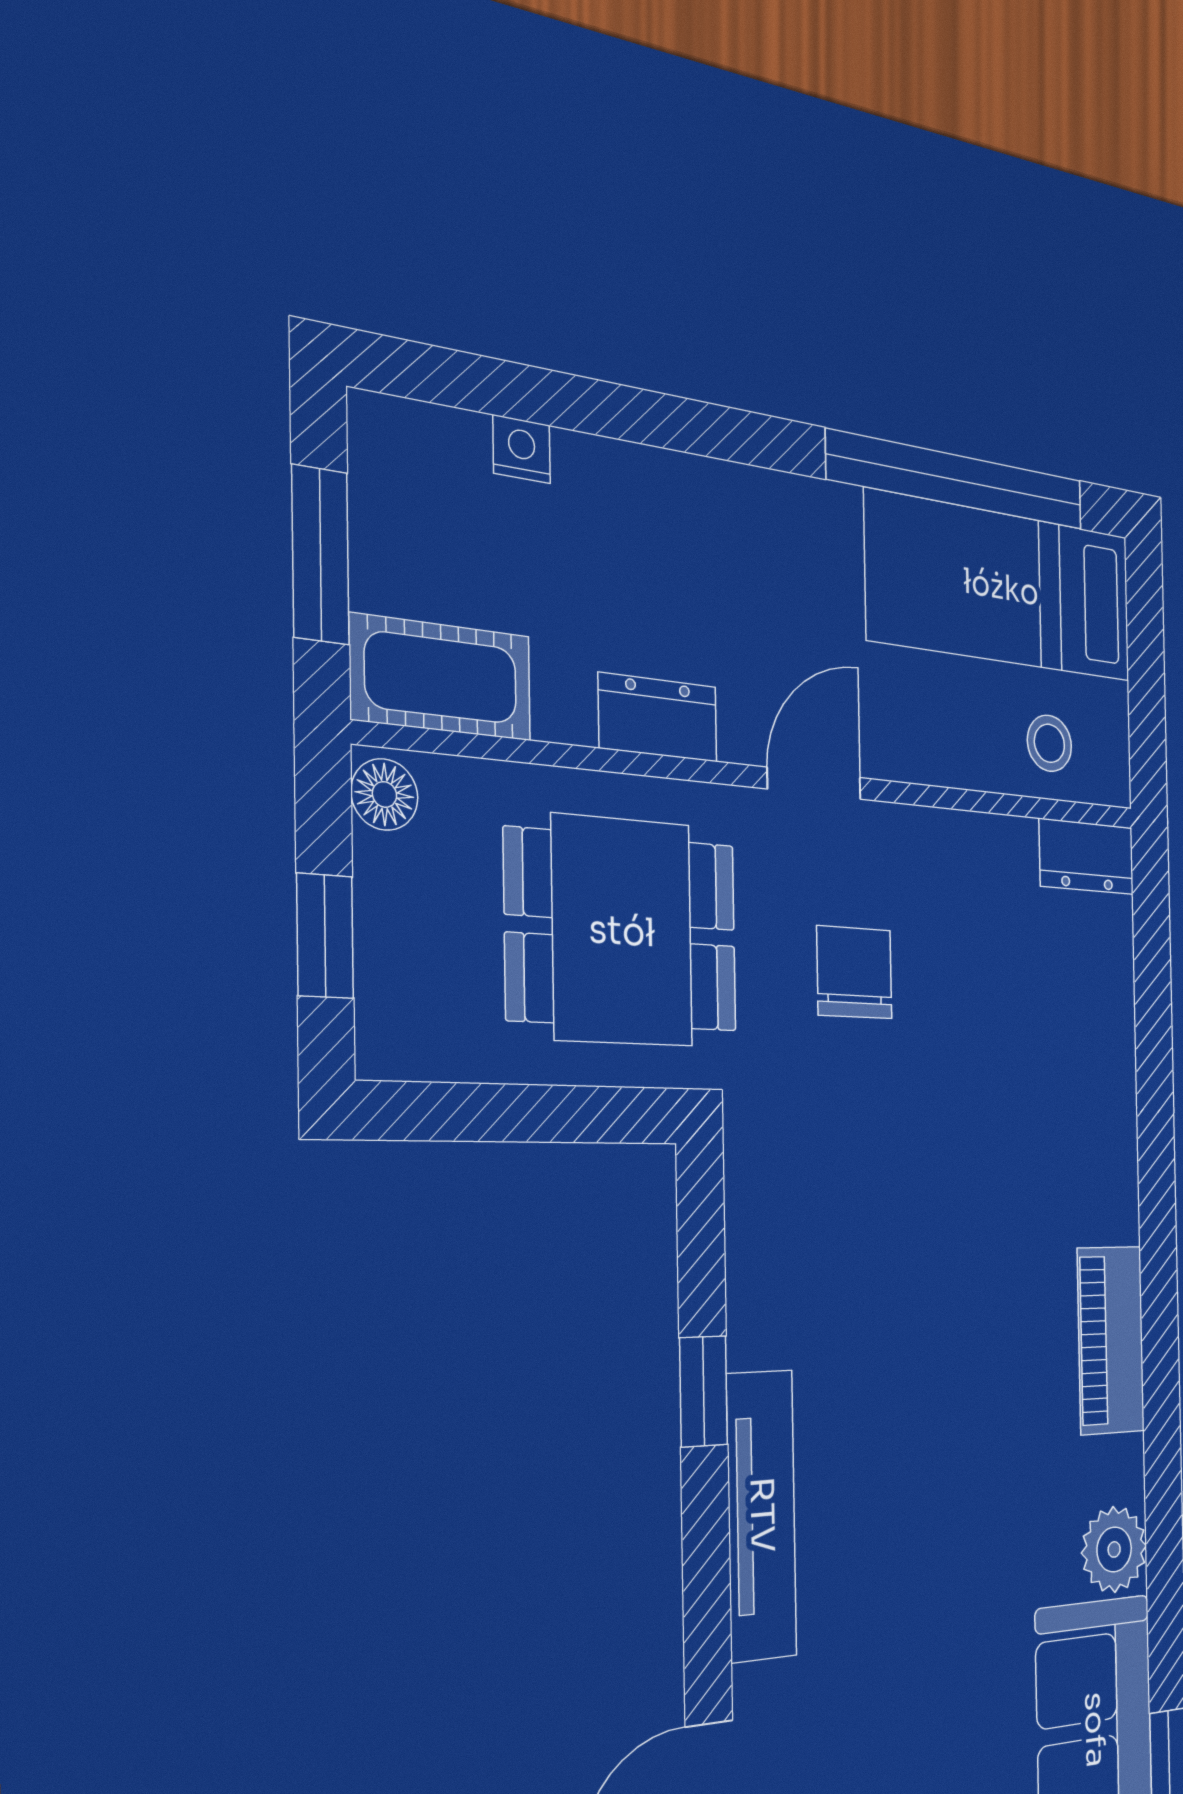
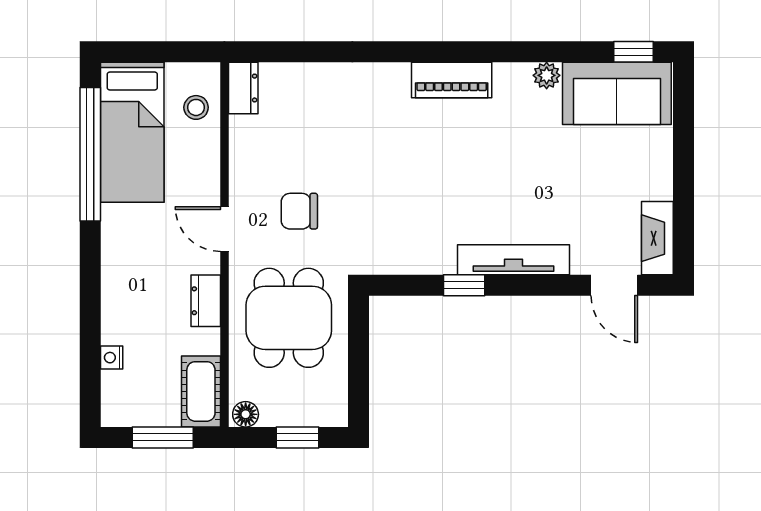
plant: (1114, 1549) -> (547, 75), width x0.73, depth x0.73

